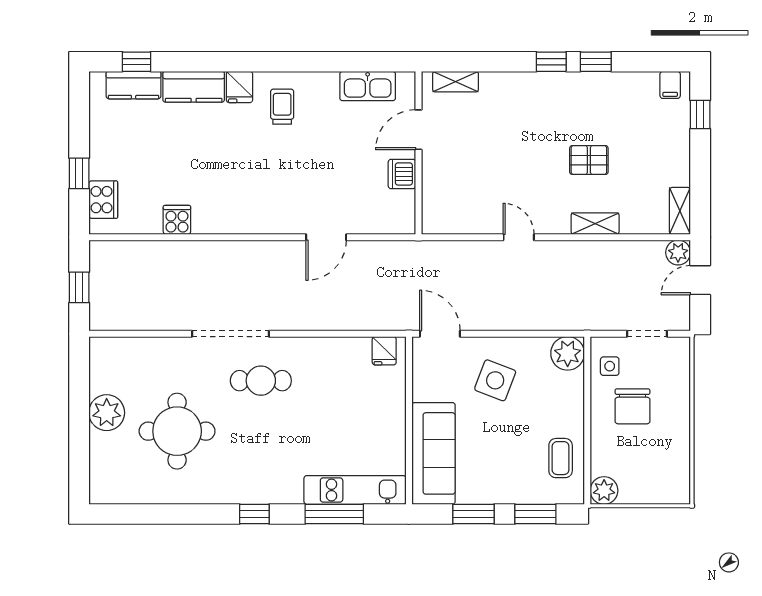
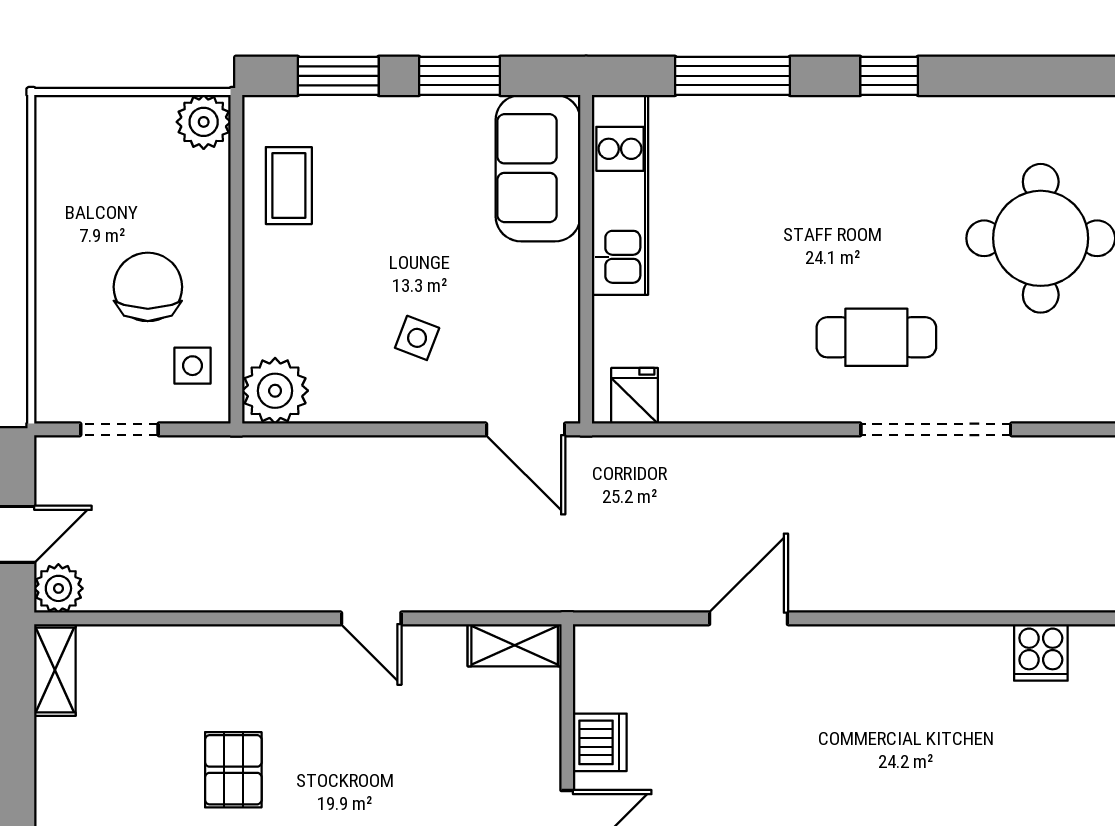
pallet: (589, 160) -> (233, 770), turned 90
shelving: (595, 224) -> (515, 645), moved
side table: (495, 380) -> (417, 338), width x0.54, depth x0.54
sofa: (433, 453) -> (538, 168), width x0.73
kitchen unit: (355, 490) -> (620, 195), moved, turned -90

